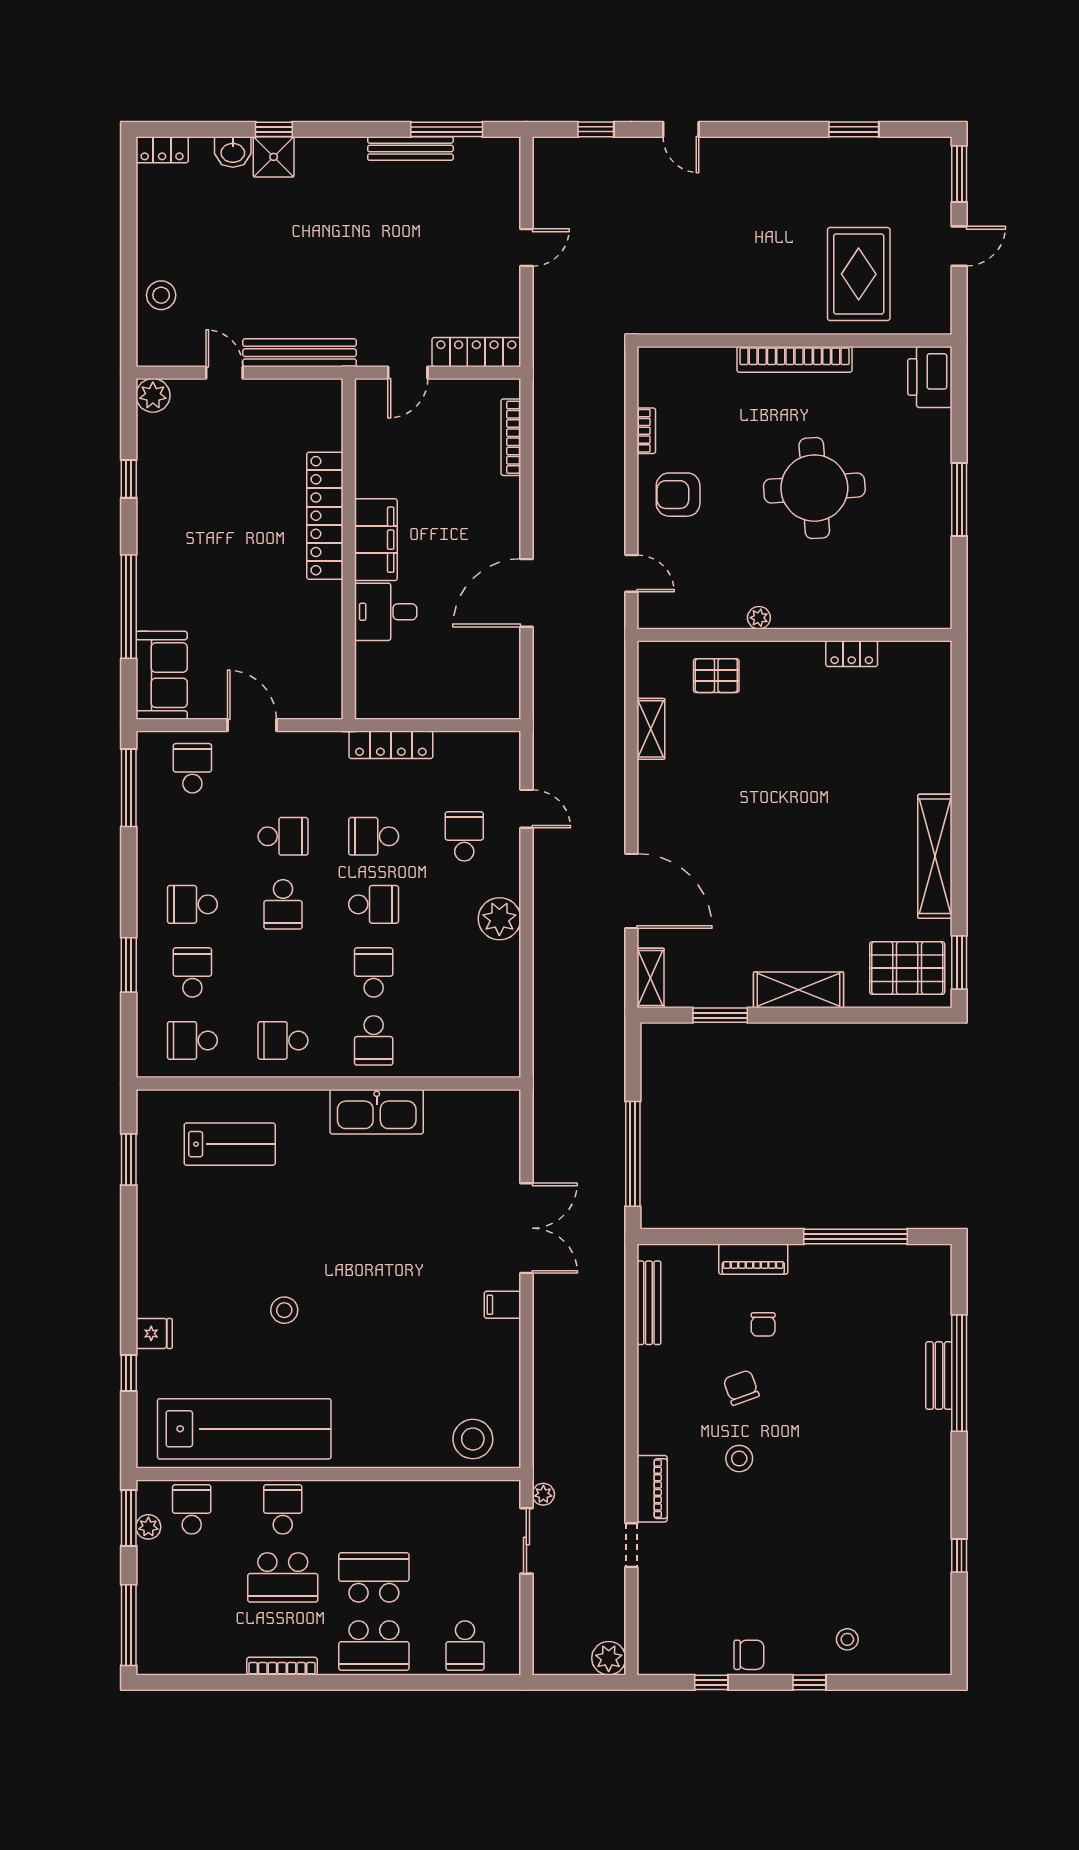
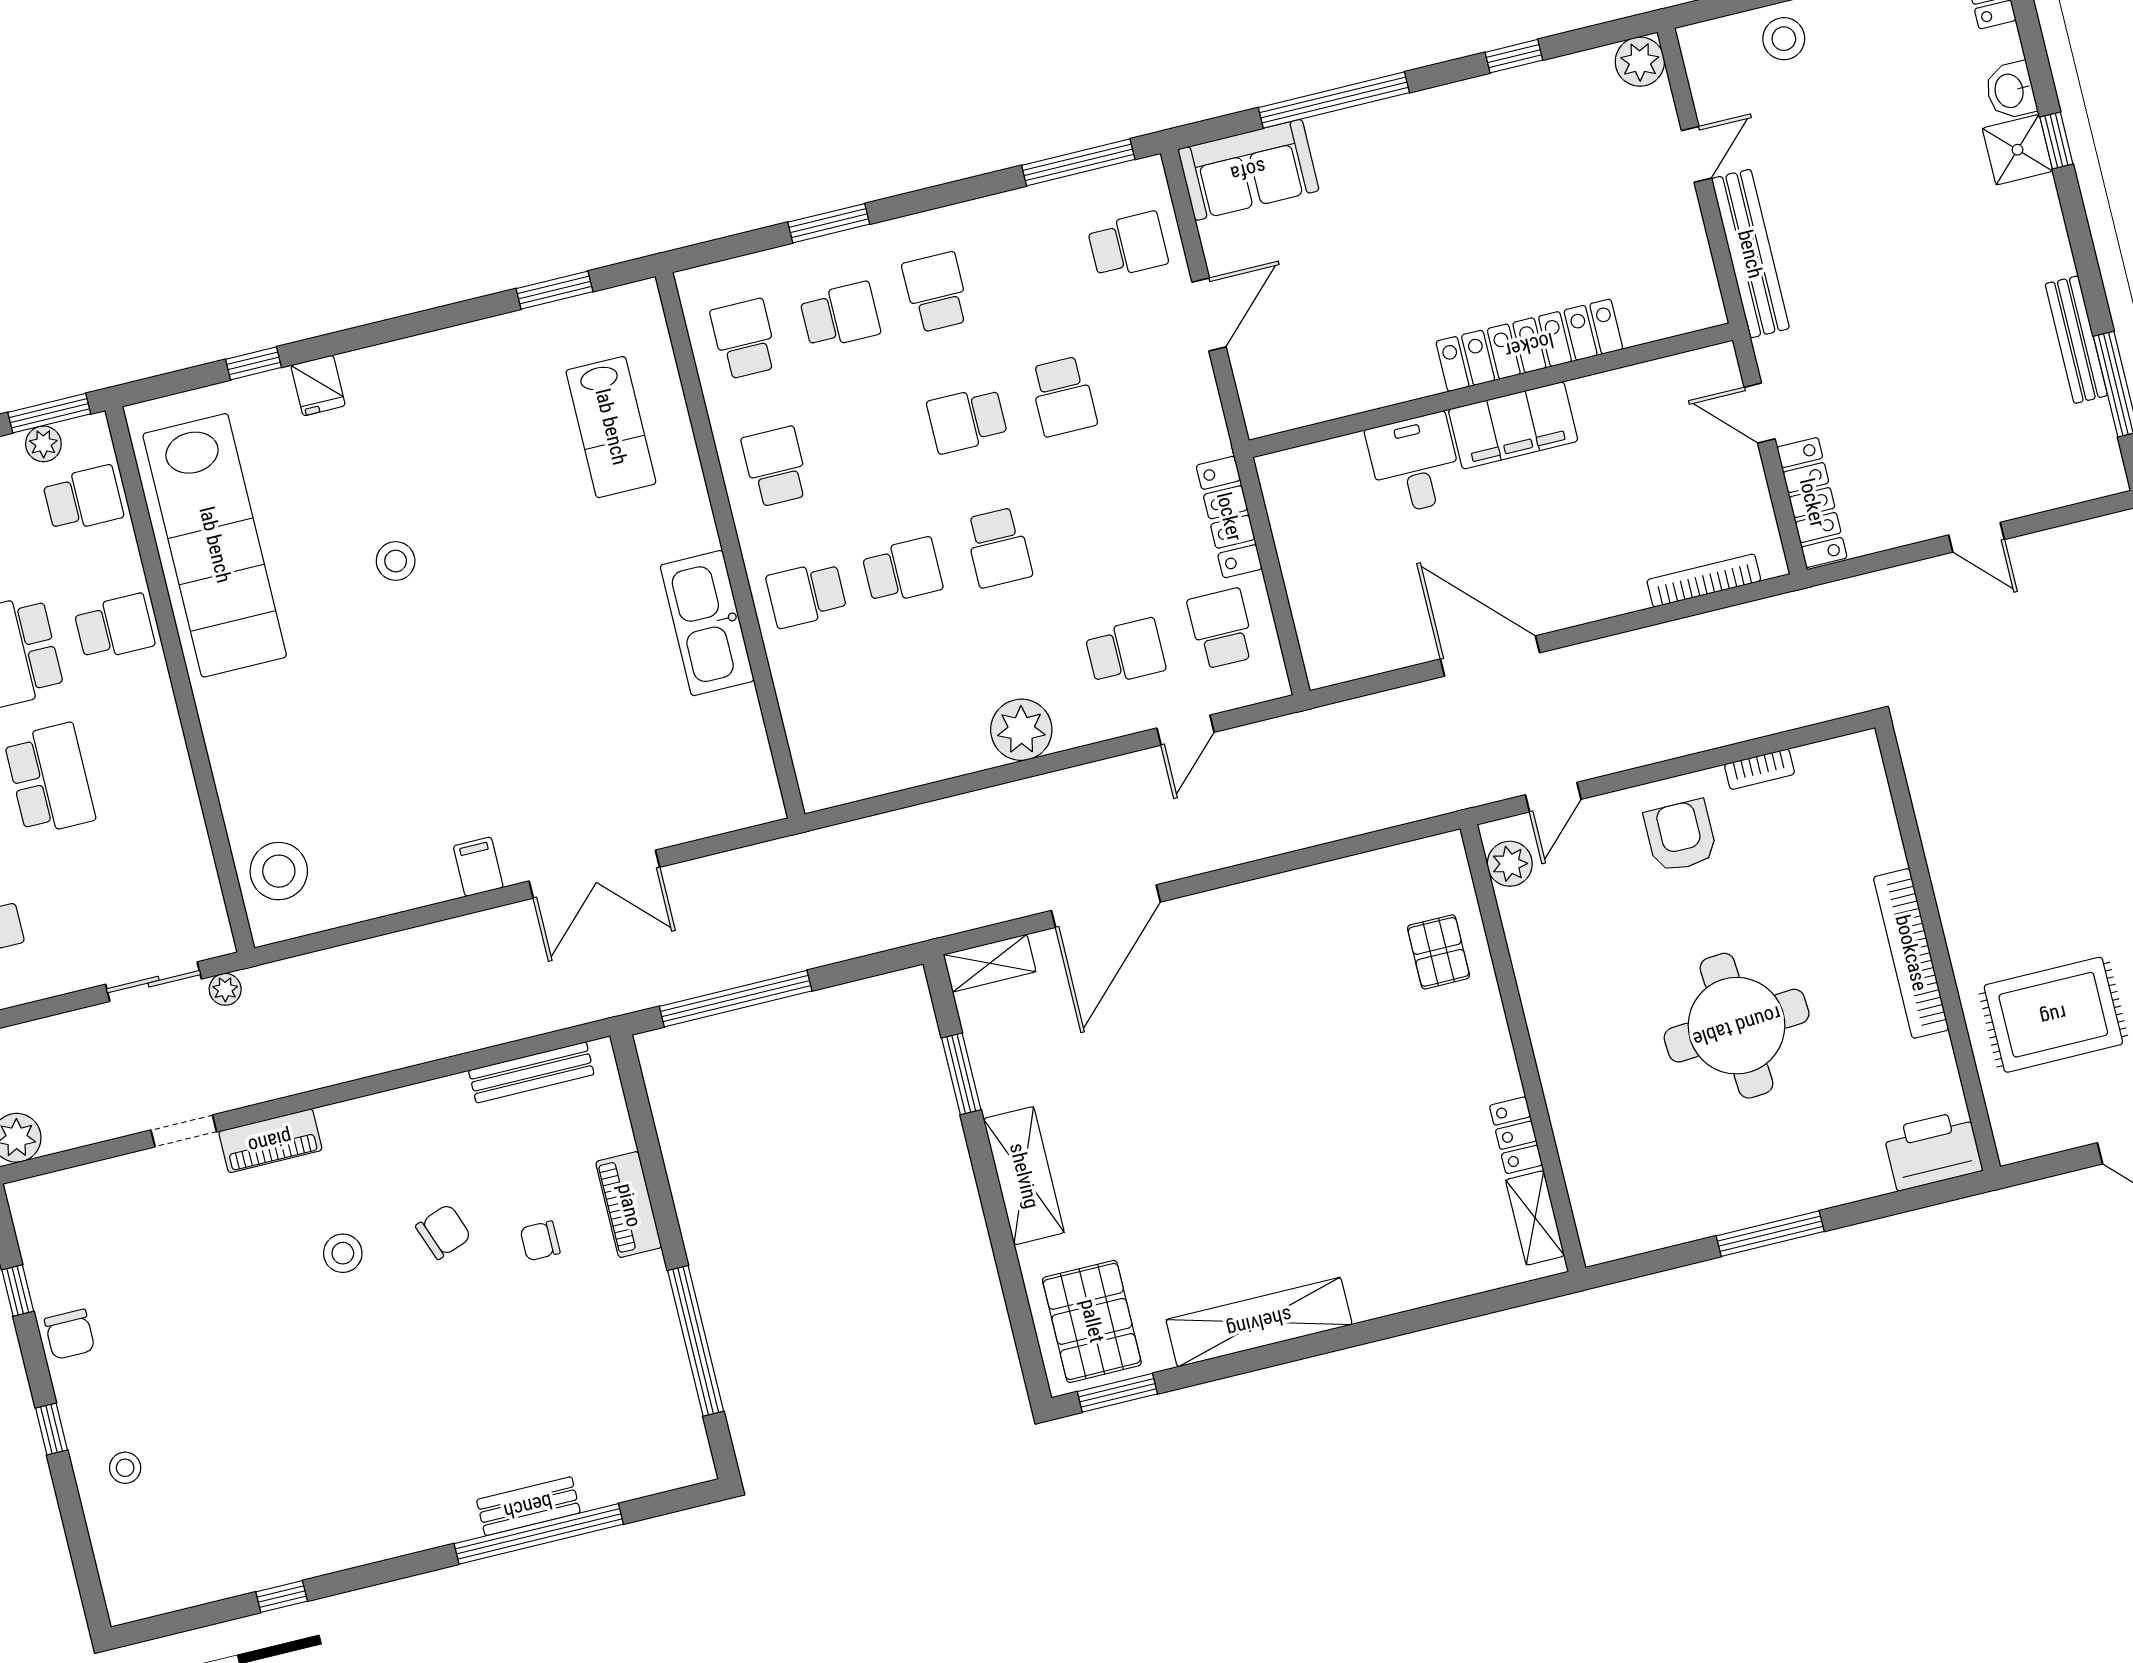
plant: (759, 618) -> (1510, 864), moved, width x1.38, depth x1.38
shelving: (651, 729) -> (1535, 1218), moved, turned 90
school desk: (374, 836) -> (1221, 628), moved

